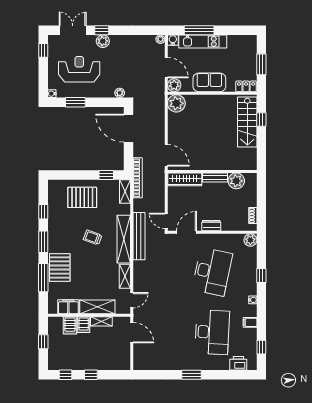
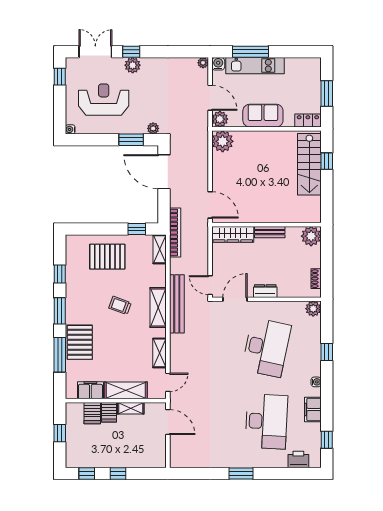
window: (75, 102) -> (131, 140), moved
plant: (236, 181) -> (311, 236), moved
shelving: (124, 239) -> (158, 308), width x0.68
filing cabinet: (250, 322) -> (313, 410), width x2.00

